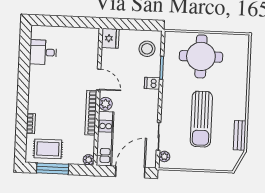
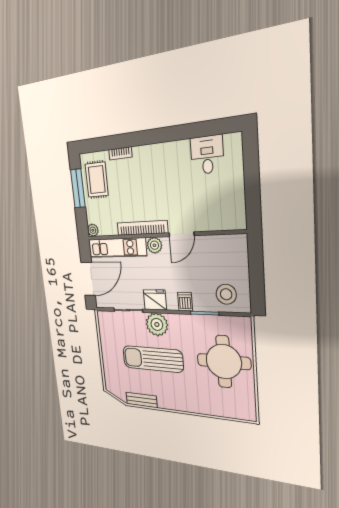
fridge: (110, 38) -> (155, 300), moved, turned 180
plant: (164, 156) -> (157, 324), moved, width x1.87, depth x1.87
door: (130, 172) -> (88, 279), hinge flipped

